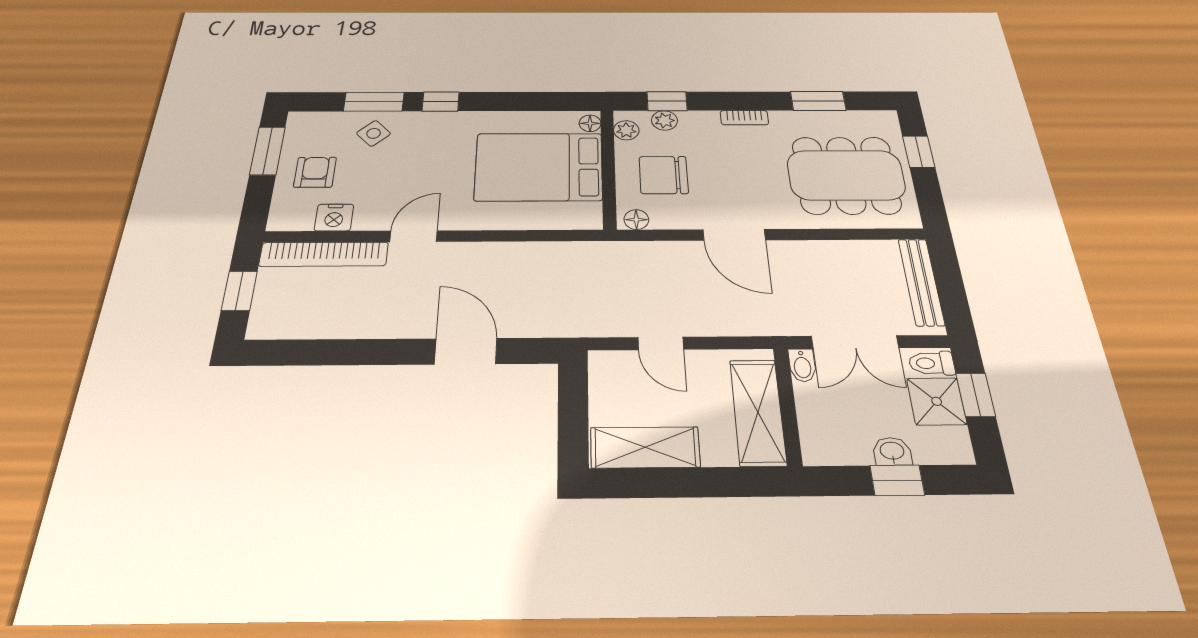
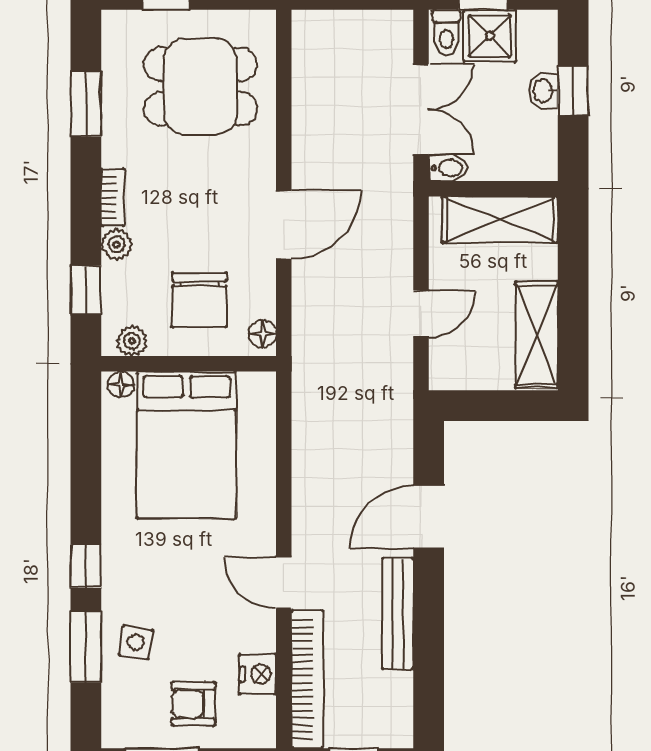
plant: (664, 120) -> (117, 244), moved
side table: (374, 133) -> (136, 642), turned -38
dining table: (846, 175) -> (200, 86), width x0.73
bench: (921, 282) -> (398, 614), moved, turned 90

